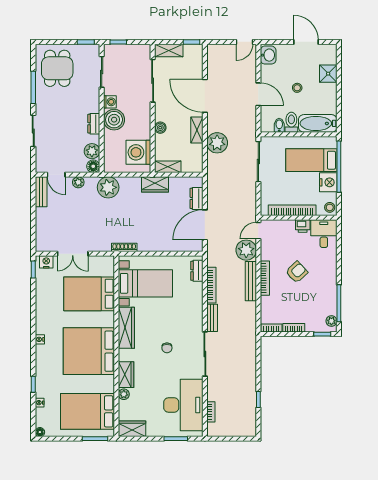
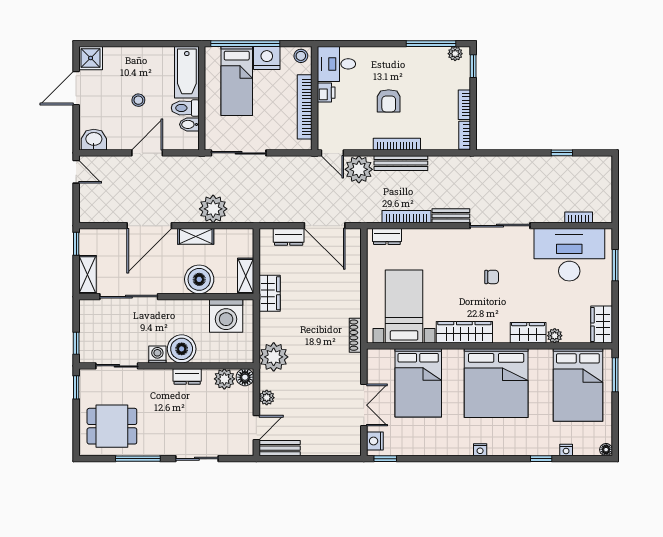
shower: (328, 74) -> (91, 58), moved
boiler: (160, 128) -> (199, 279), width x1.86, depth x1.86
armchair: (297, 272) -> (389, 101), turned -137

